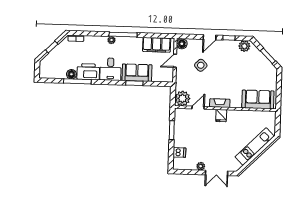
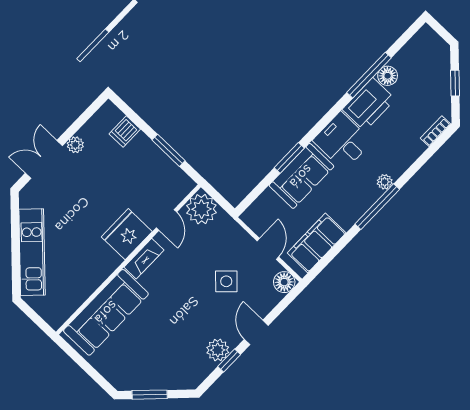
plant: (244, 46) -> (218, 350), moved
sofa: (258, 99) -> (106, 312), width x1.36
fridge: (221, 116) -> (127, 234), width x1.88, depth x1.34

